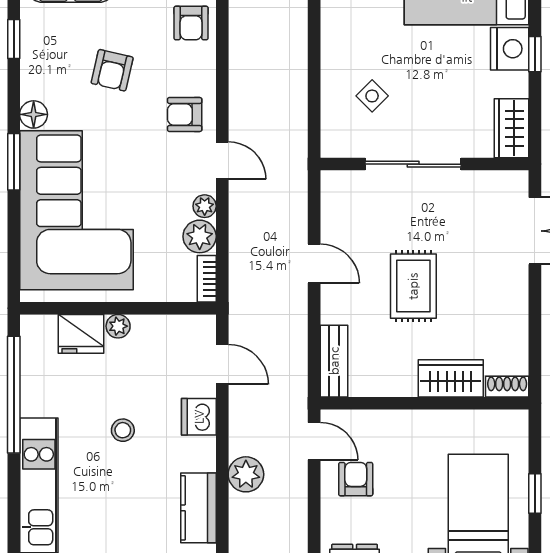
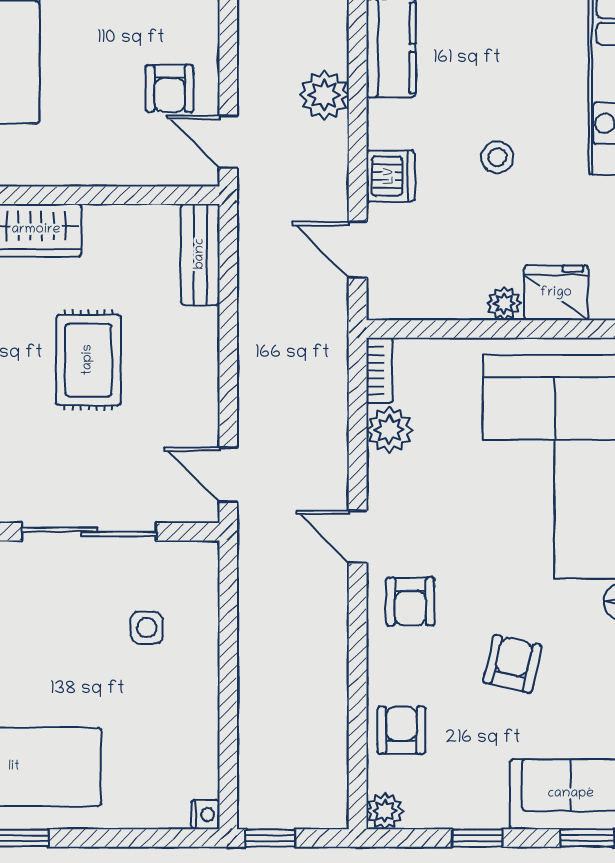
side table: (372, 96) -> (147, 628), turned 45
armchair: (185, 115) -> (410, 601), turned 90
plant: (205, 206) -> (382, 473), removed
door: (314, 264) -> (228, 475), moved

